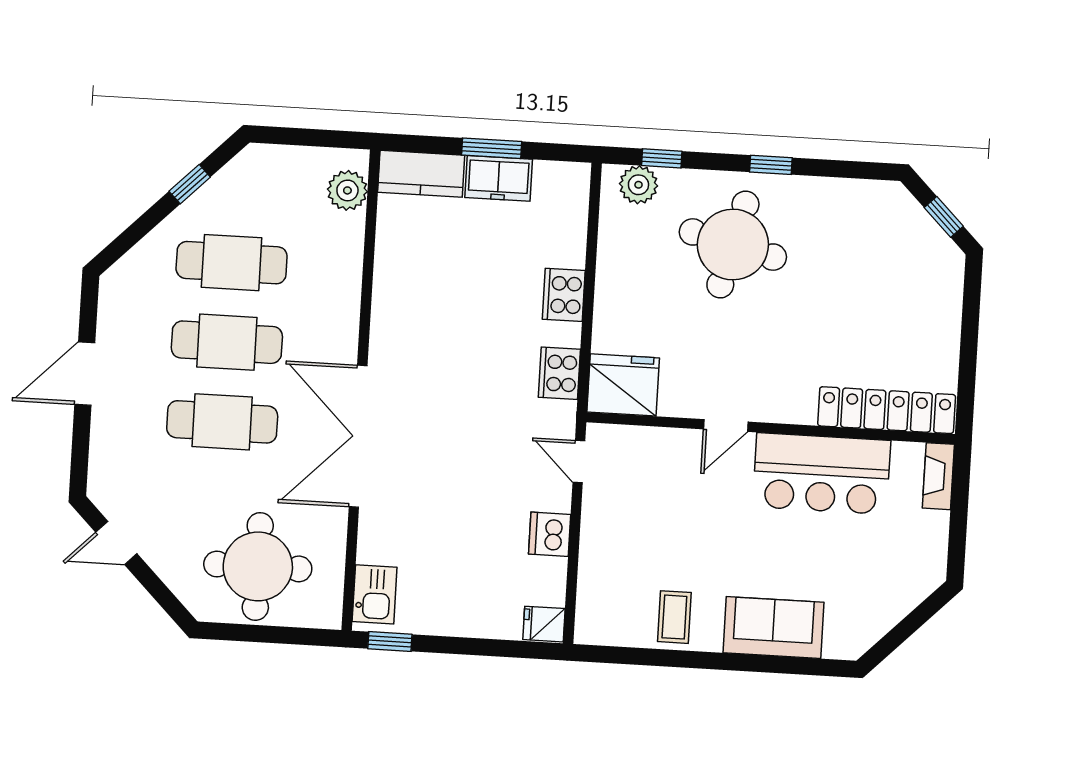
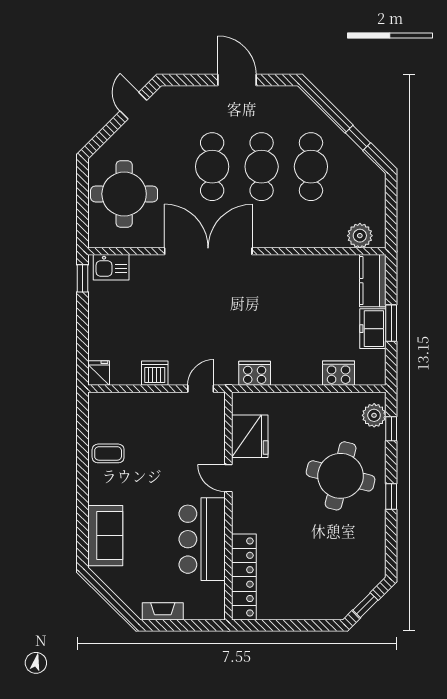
cooker: (564, 295) -> (339, 373), moved
fridge: (623, 385) -> (250, 436), moved
fireplace: (938, 476) -> (163, 611), moved
sofa: (774, 627) -> (105, 536), moved

